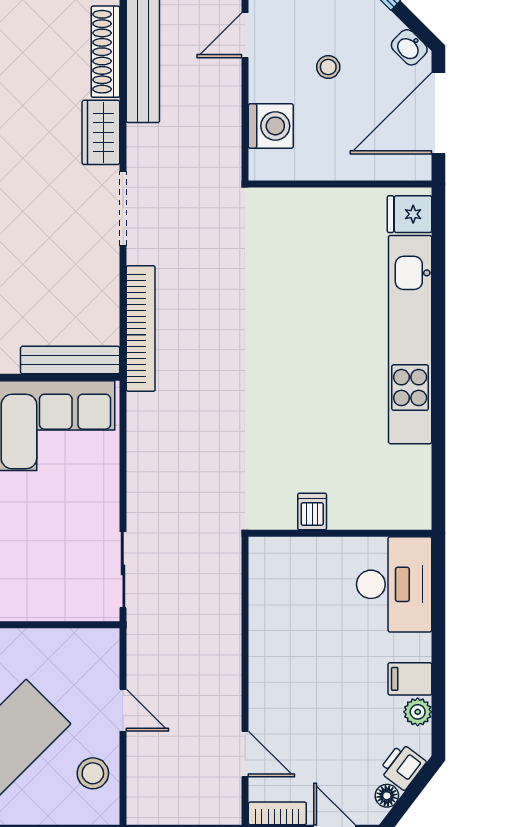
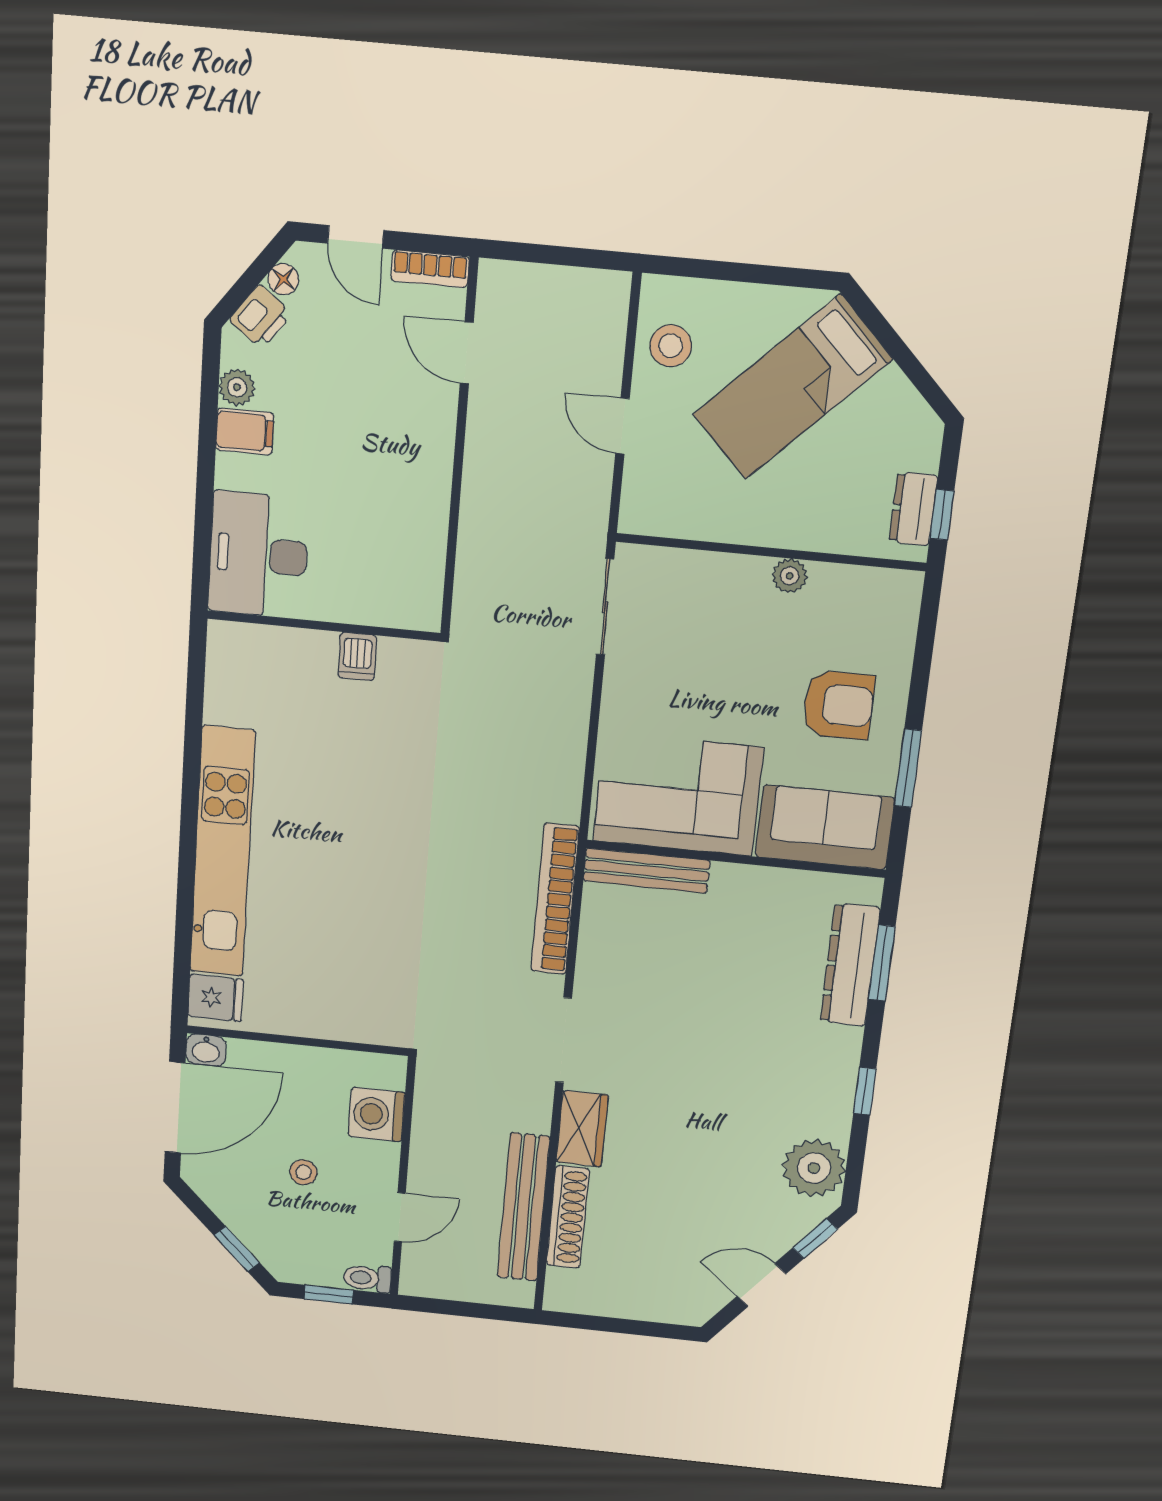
washbasin: (409, 47) -> (206, 1050), moved, turned 135

